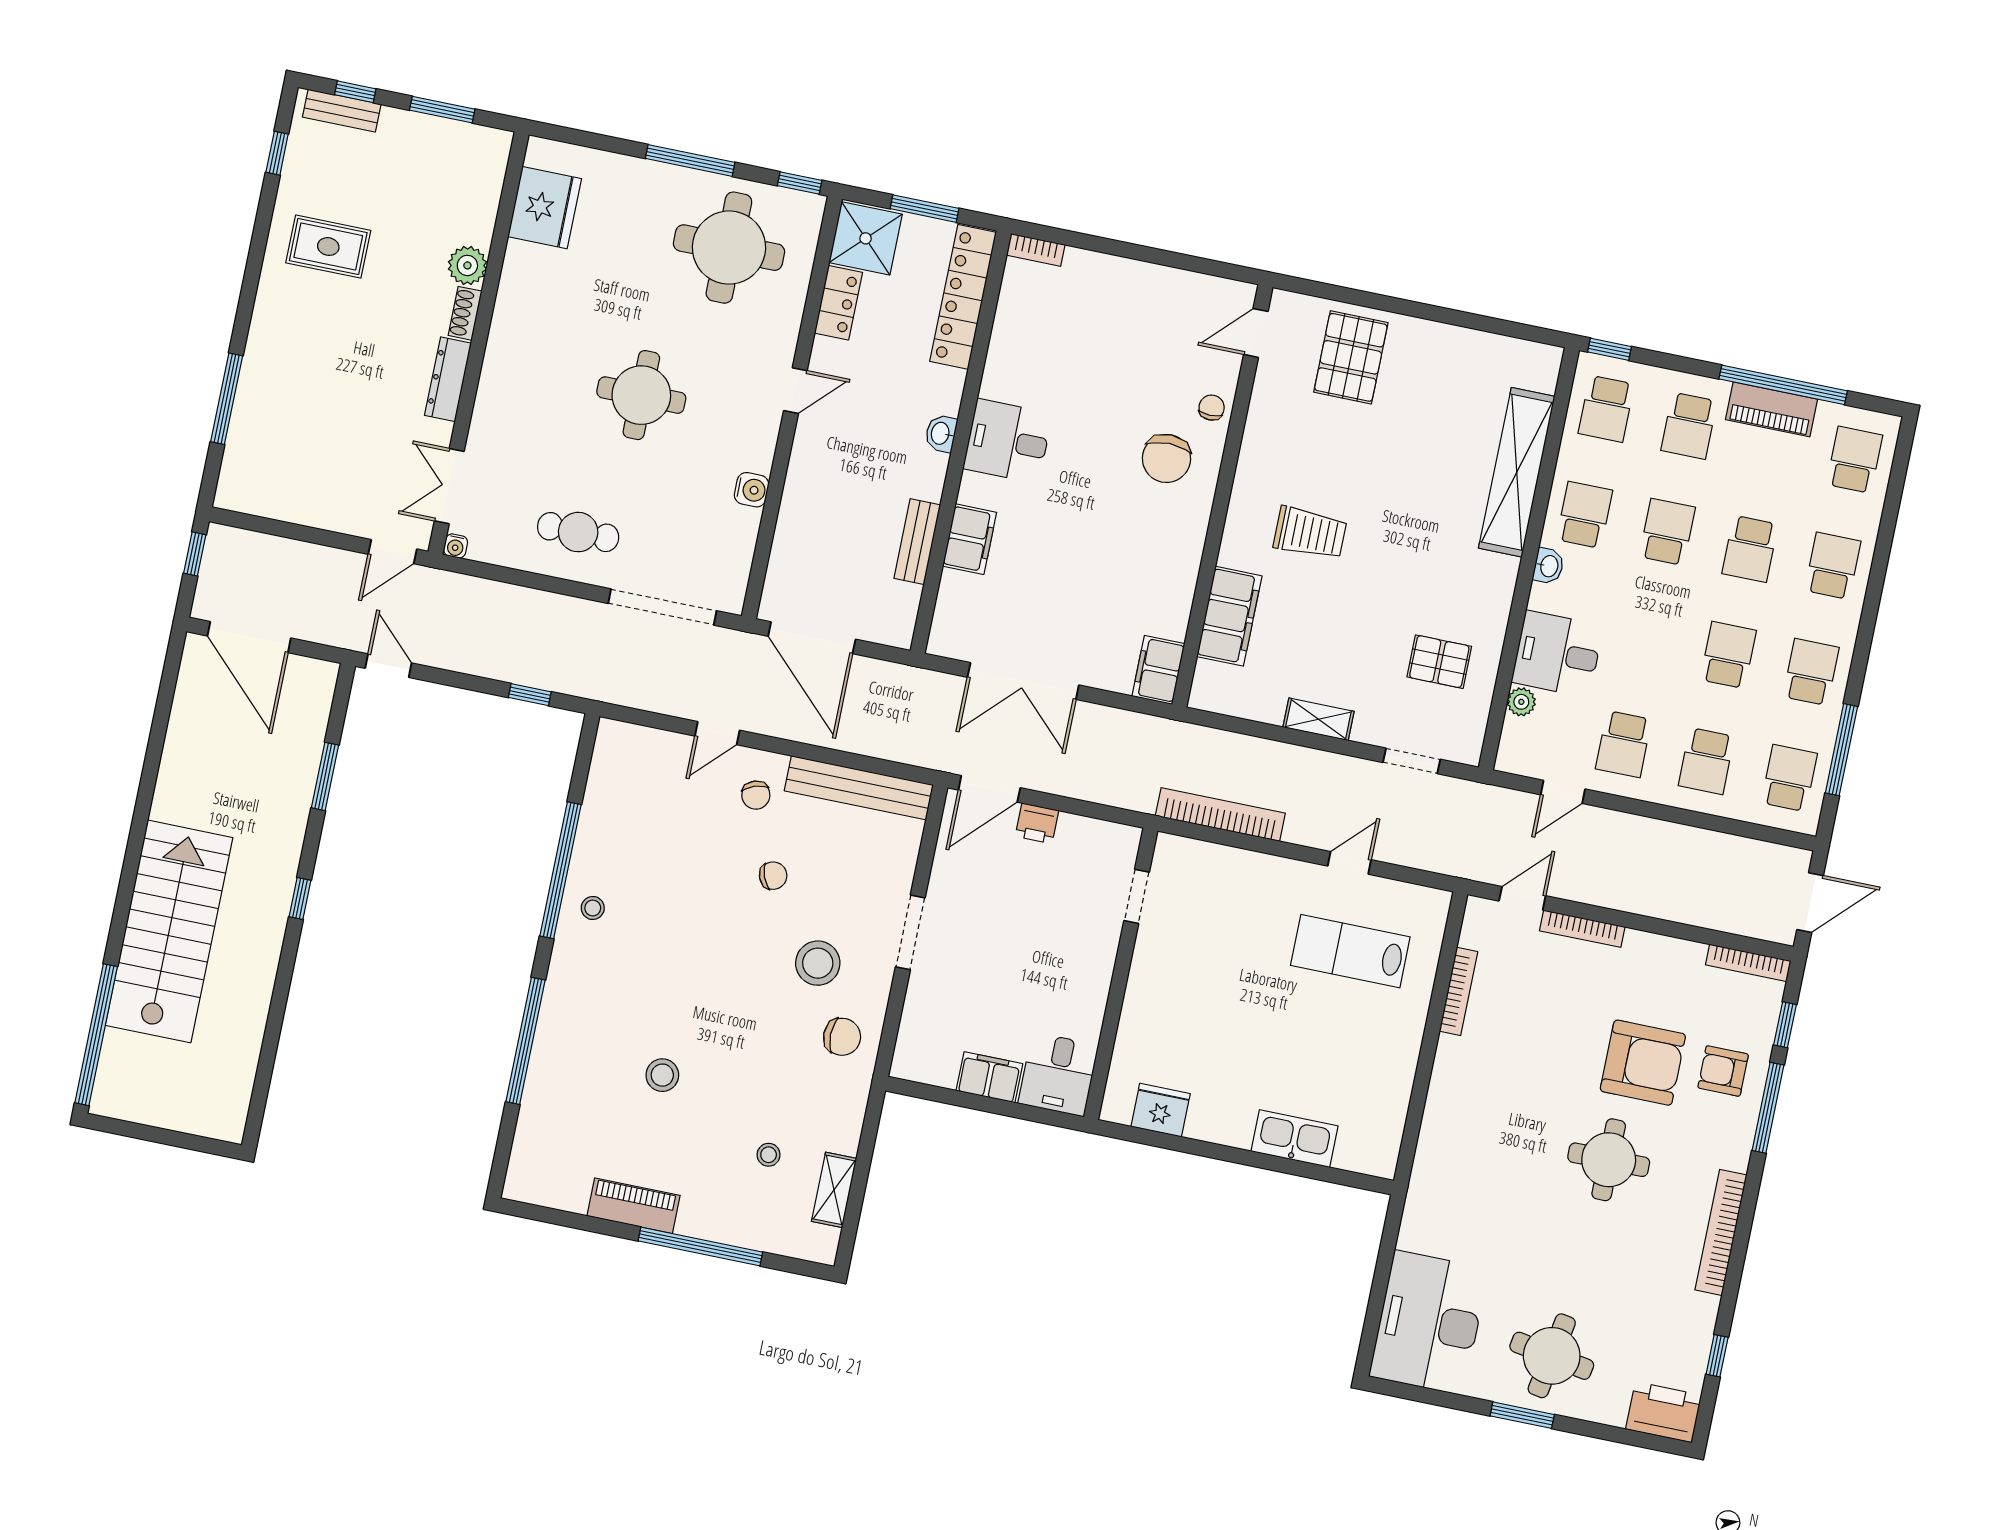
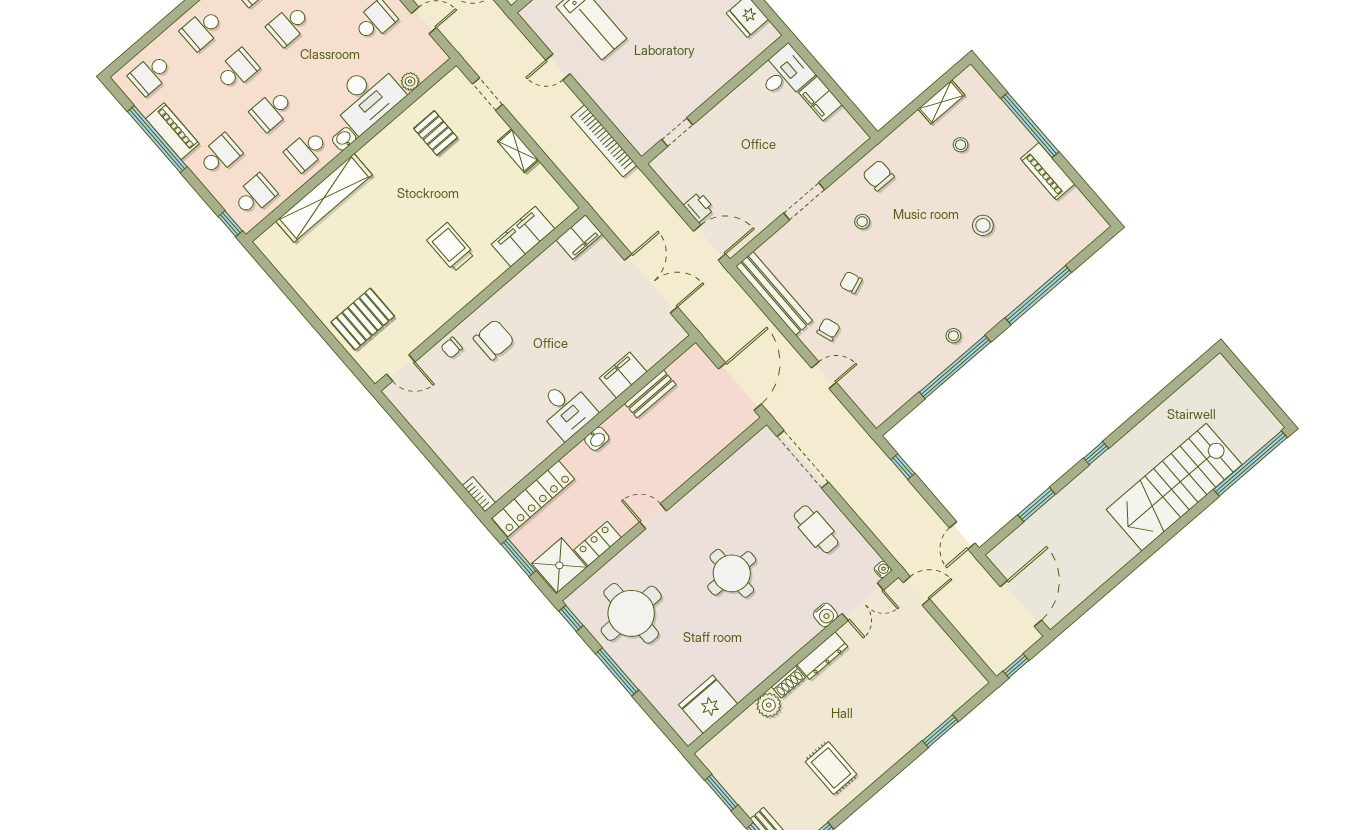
window: (227, 399) -> (940, 731), width x0.69
water cooler: (752, 490) -> (825, 615), moved, turned 180
desk: (1557, 654) -> (367, 97), width x1.37
stool: (818, 963) -> (862, 222), width x0.53, depth x0.53

